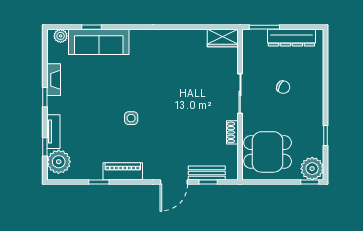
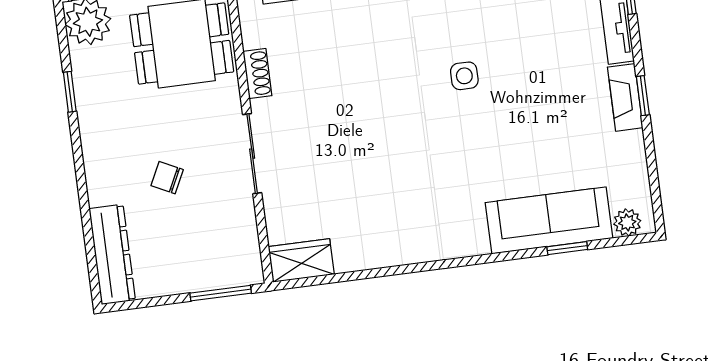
dresser: (291, 38) -> (112, 254), moved, turned 90
fireplace: (54, 80) -> (625, 97), moved

